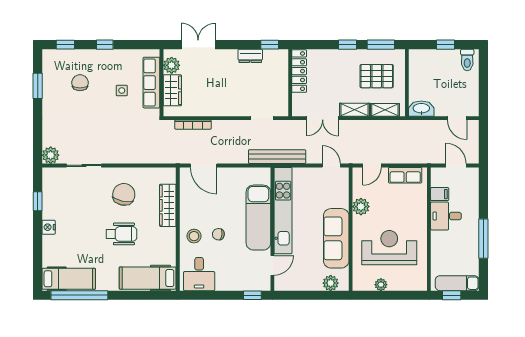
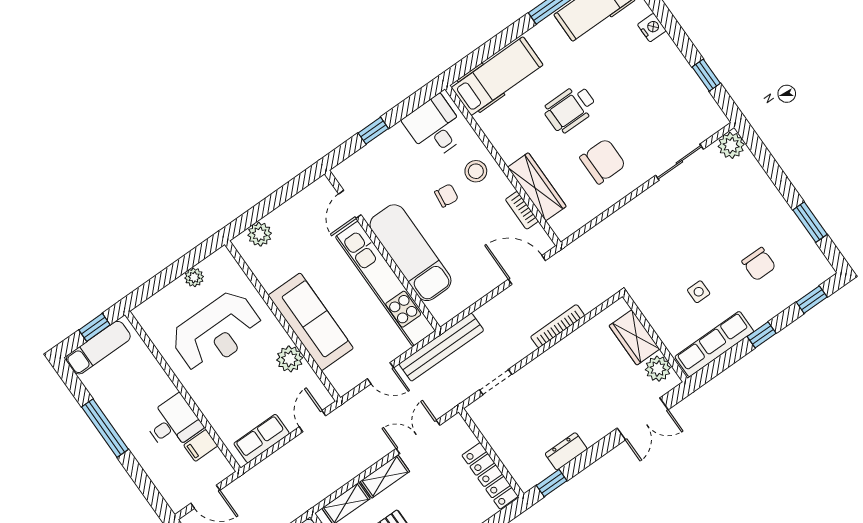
row of seats: (151, 83) -> (714, 344), moved, turned -90
bookcase: (193, 125) -> (558, 326), moved
door: (331, 165) -> (380, 373), moved
chair: (124, 194) -> (603, 161), turned -102
bookcase: (184, 199) -> (522, 210), added
nightstand: (49, 227) -> (652, 28), moved
sofa: (336, 238) -> (311, 322), moved
window: (252, 295) -> (373, 131), moved

